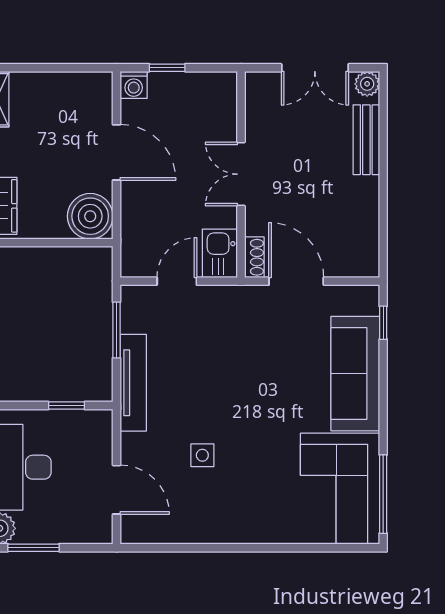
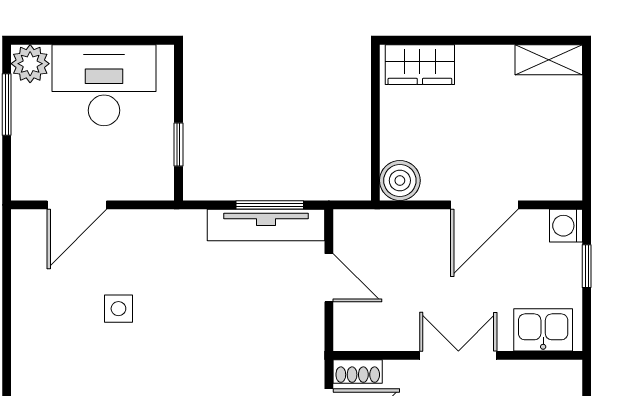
boiler: (90, 216) -> (400, 180), width x0.73, depth x0.73
kitchen sink: (220, 253) -> (543, 330), moved
tv unit: (133, 383) -> (266, 225), moved

